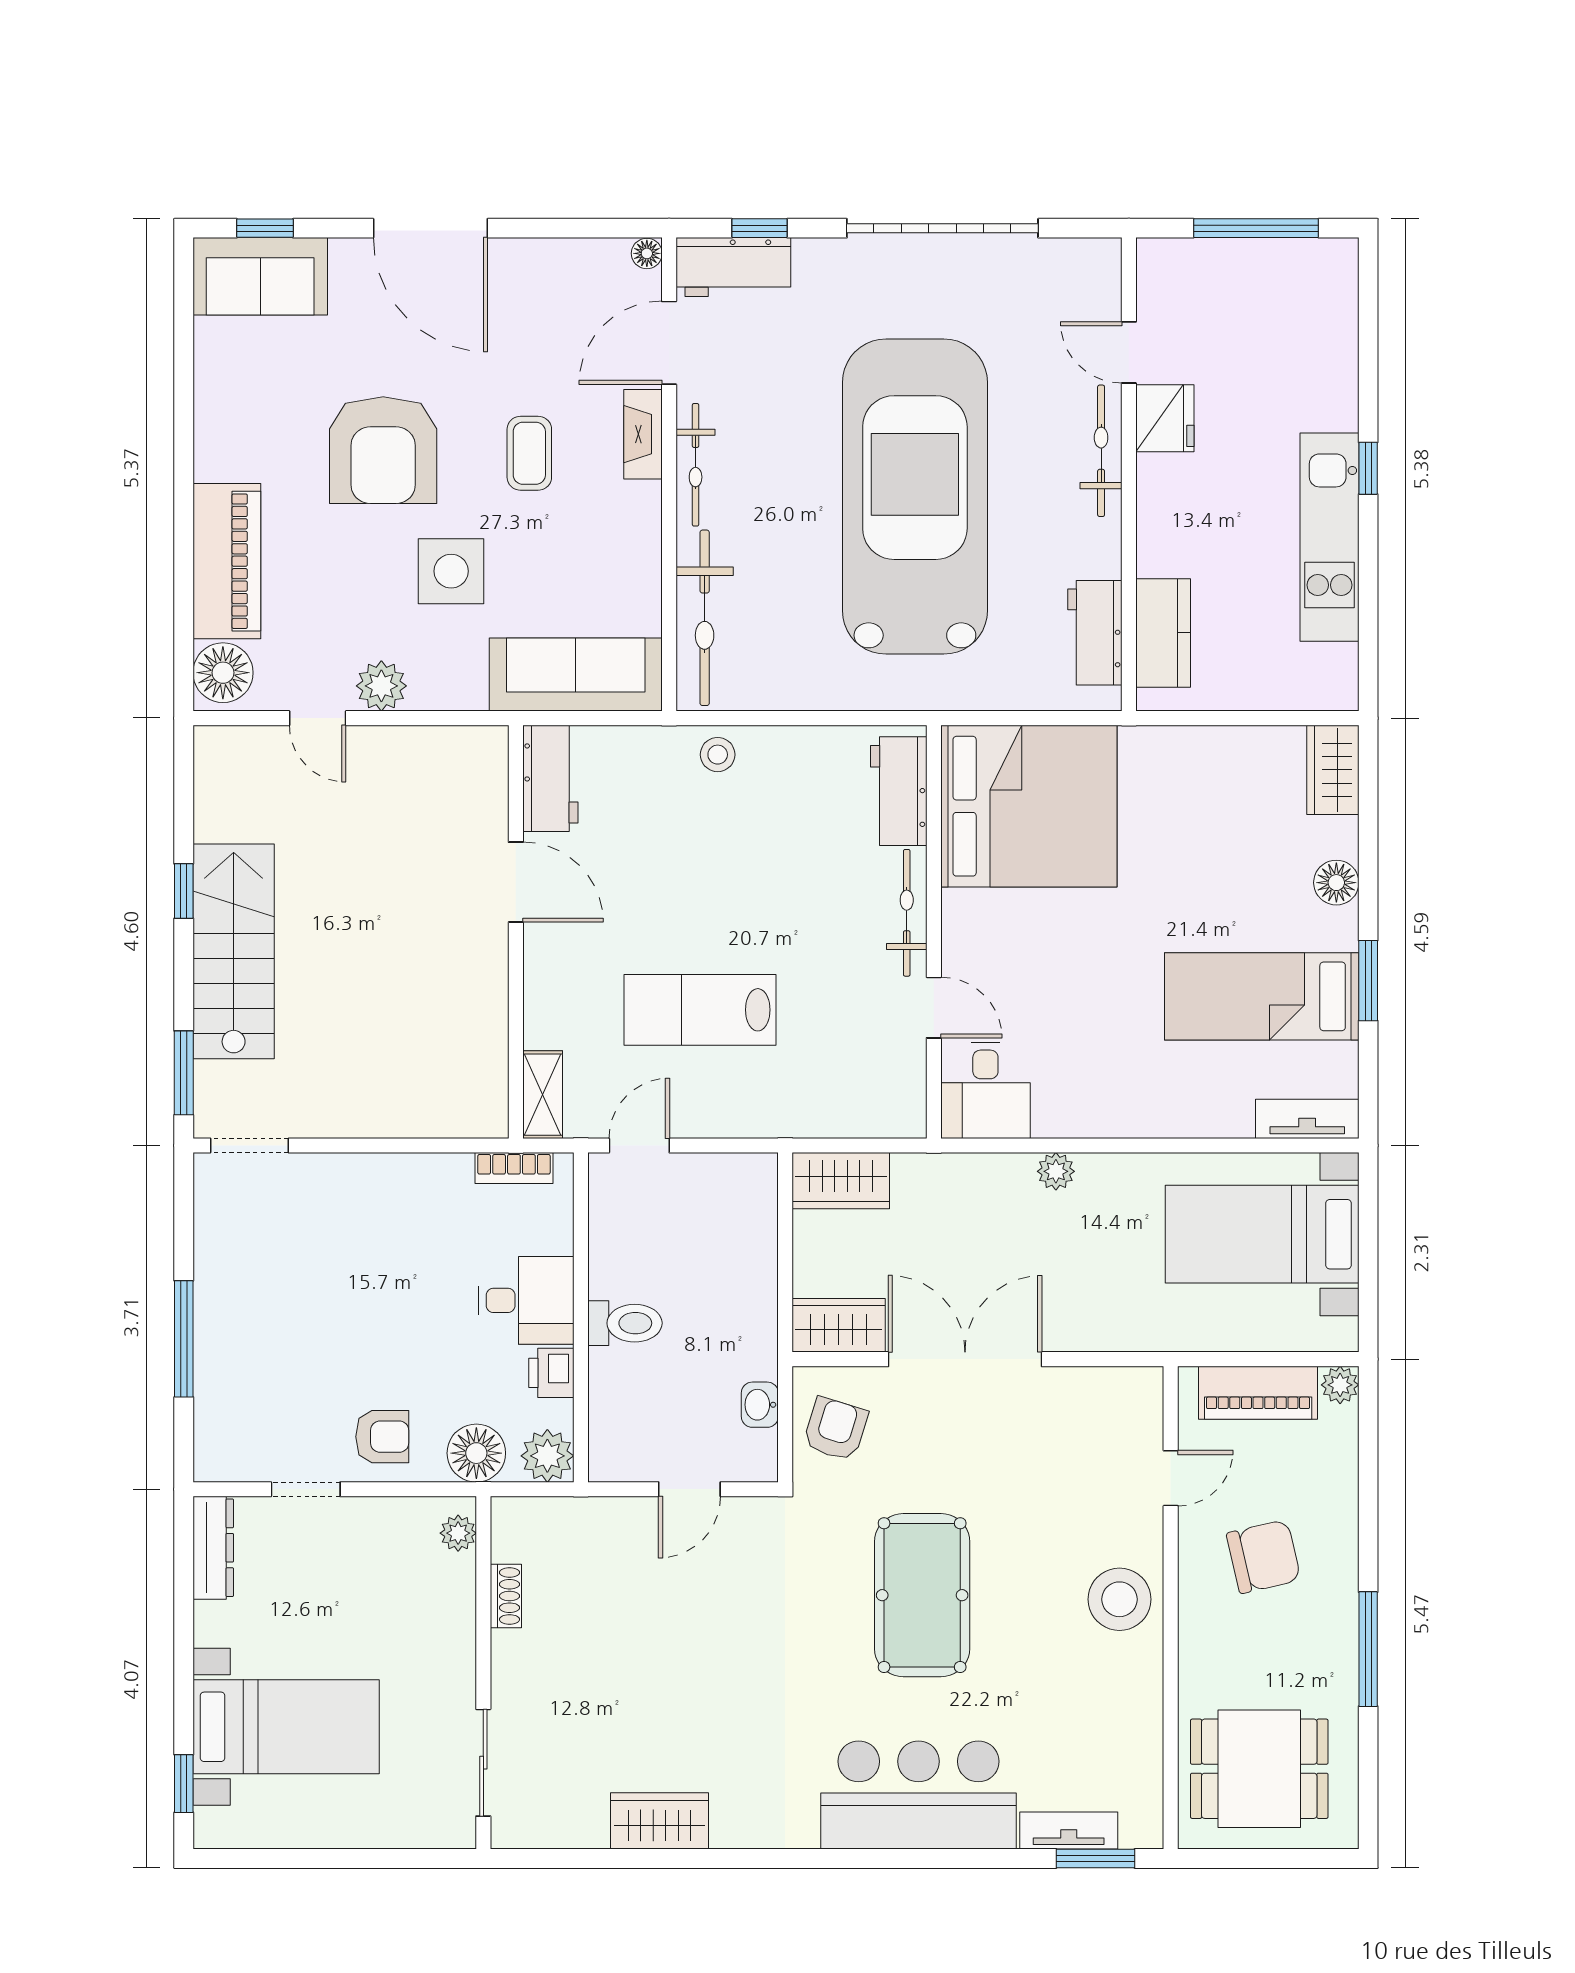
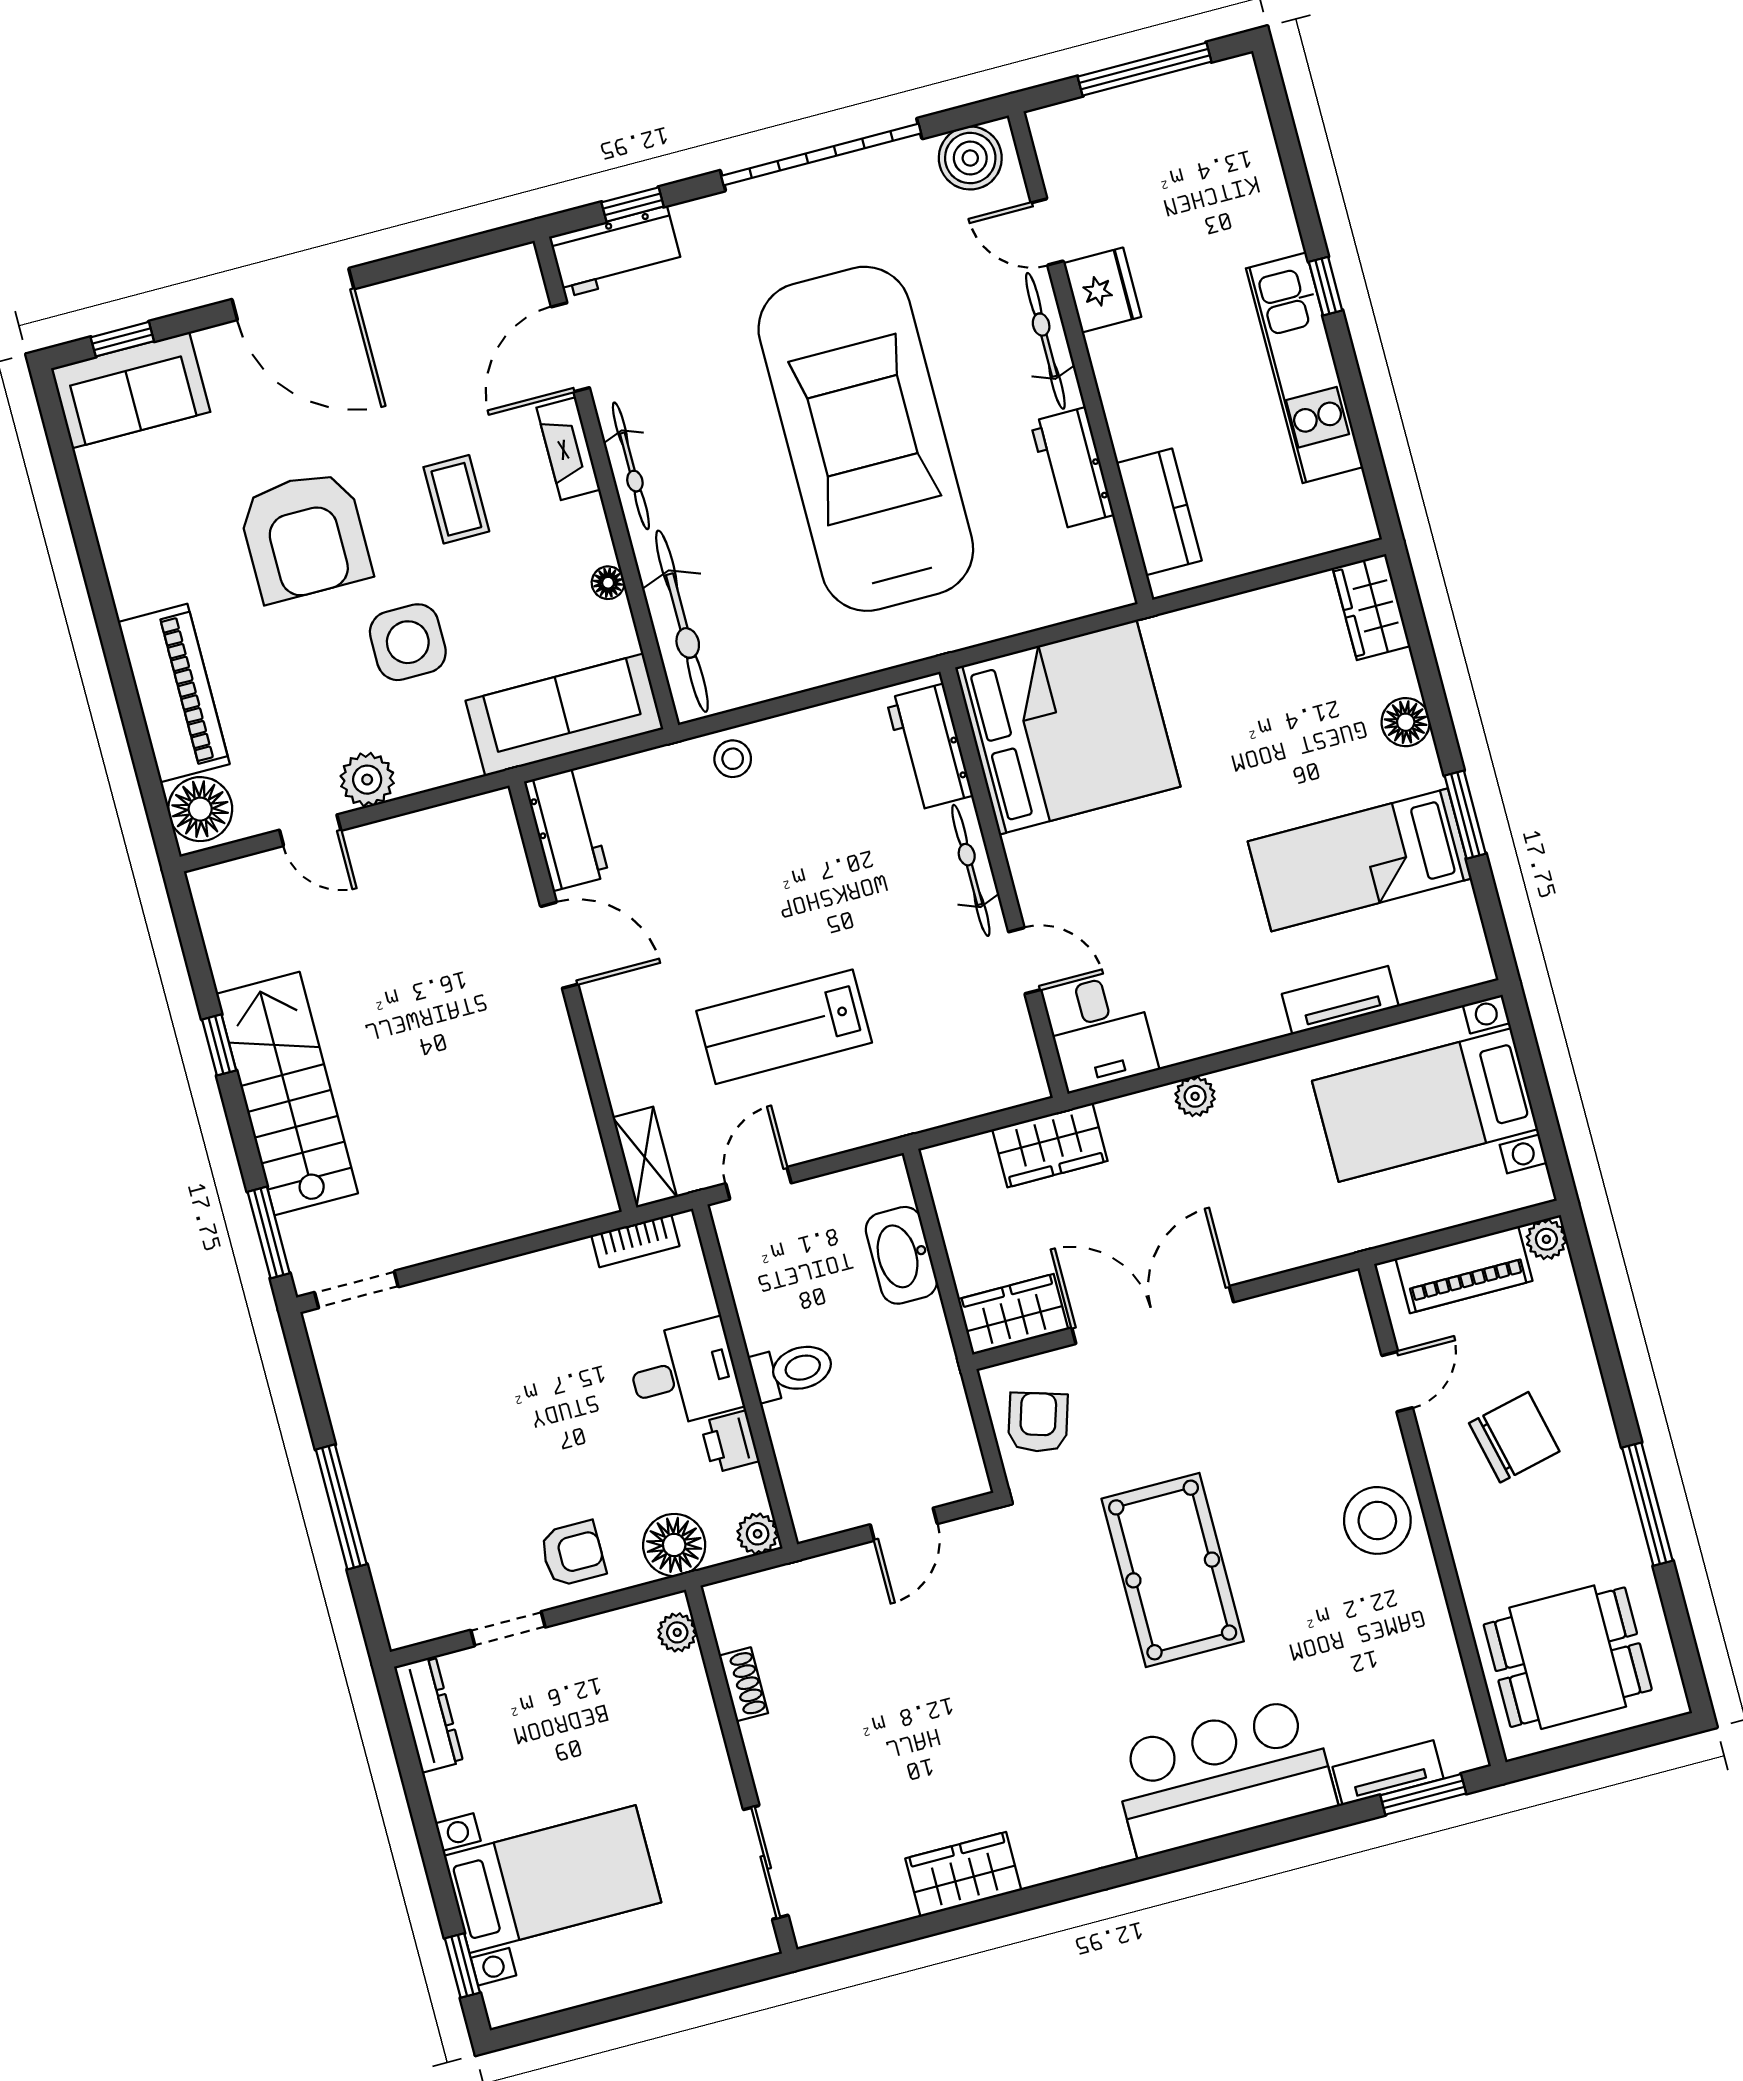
floor lamp: (647, 253) -> (608, 583), moved
boiler: (1077, 267) -> (970, 158), added
workbench: (1095, 633) -> (1072, 468), moved
tv unit: (1307, 1119) -> (1340, 1000), moved
wardrobe: (841, 1181) -> (1050, 1145), moved
washbasin: (760, 1405) -> (901, 1255), moved, width x1.91, depth x1.45
plant: (547, 1456) -> (758, 1534), width x0.73, depth x0.73

